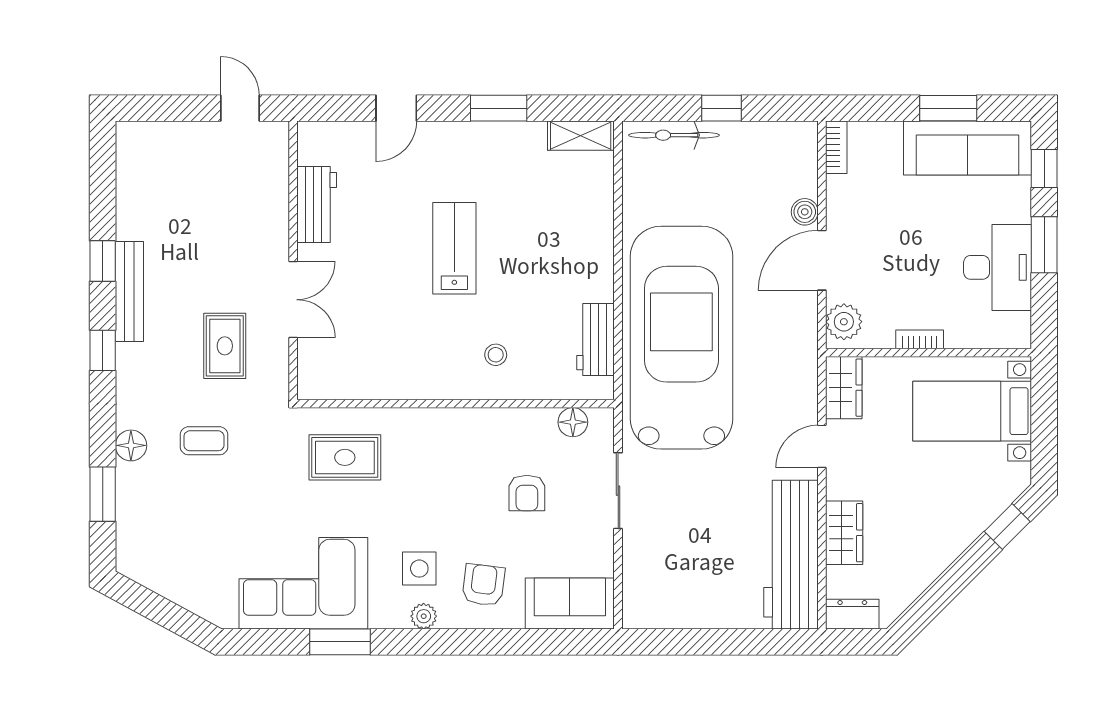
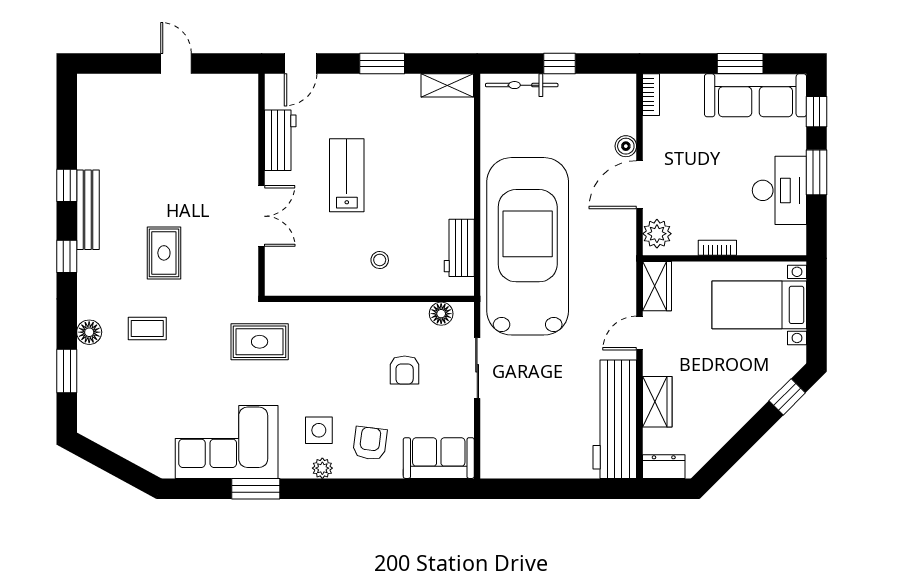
workbench: (317, 205) -> (280, 140), moved
wall: (293, 260) -> (262, 185), moved
double door: (293, 300) -> (262, 216), moved

